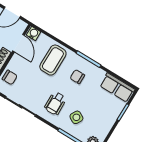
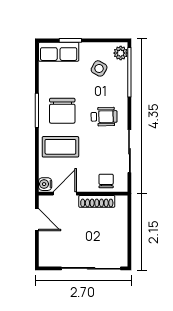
chair: (77, 77) -> (62, 111), width x1.87, depth x1.87
row of seats: (117, 88) -> (59, 52), moved, turned 90
side table: (76, 117) -> (99, 68), moved

